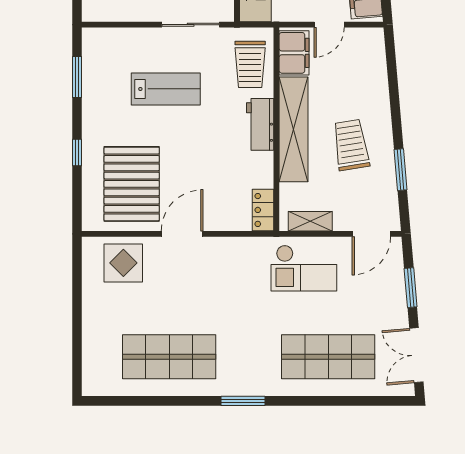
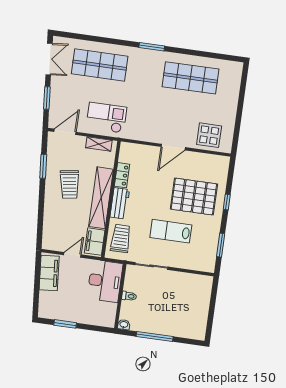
pallet: (132, 184) -> (194, 197), moved, turned 90
locker: (263, 210) -> (122, 175), moved

